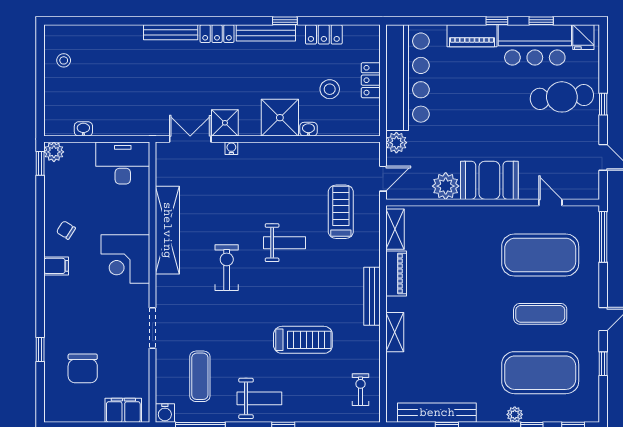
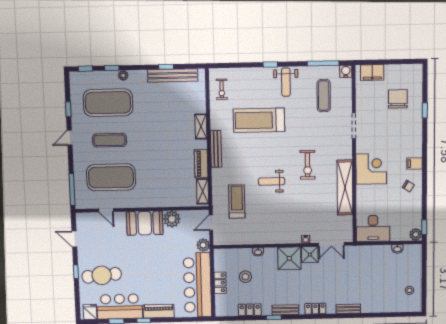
bench: (171, 32) -> (348, 309), width x0.73
bench: (266, 33) -> (285, 310), width x0.73
shower: (280, 118) -> (289, 258), moved
treadmill: (341, 212) -> (237, 201), turned 180
treadmill: (303, 340) -> (259, 120), width x1.37, depth x1.38
weight bench: (259, 398) -> (286, 82), turned -90

